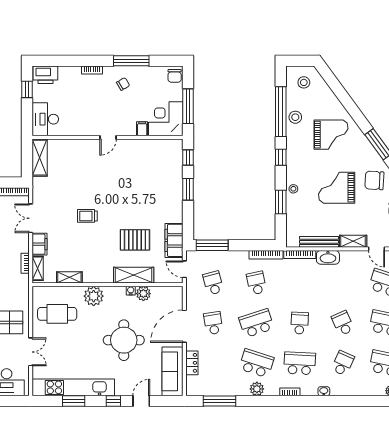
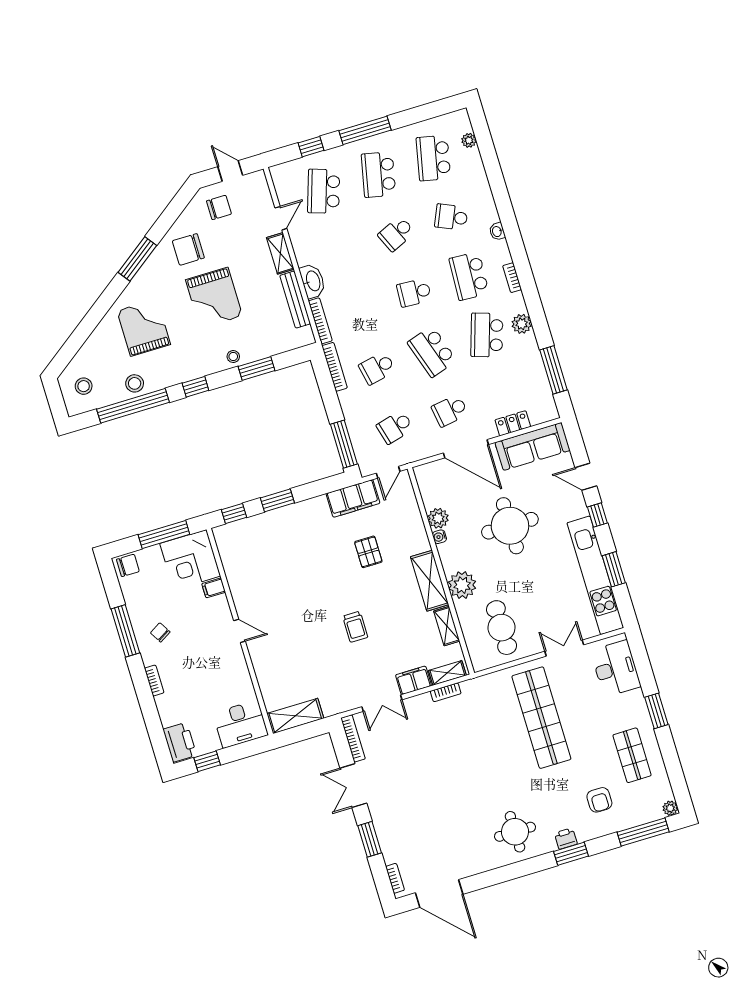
chair: (374, 180) -> (188, 249), turned 87
pallet: (135, 240) -> (368, 552), width x0.67, depth x0.71
shelving: (134, 275) -> (430, 581), moved

